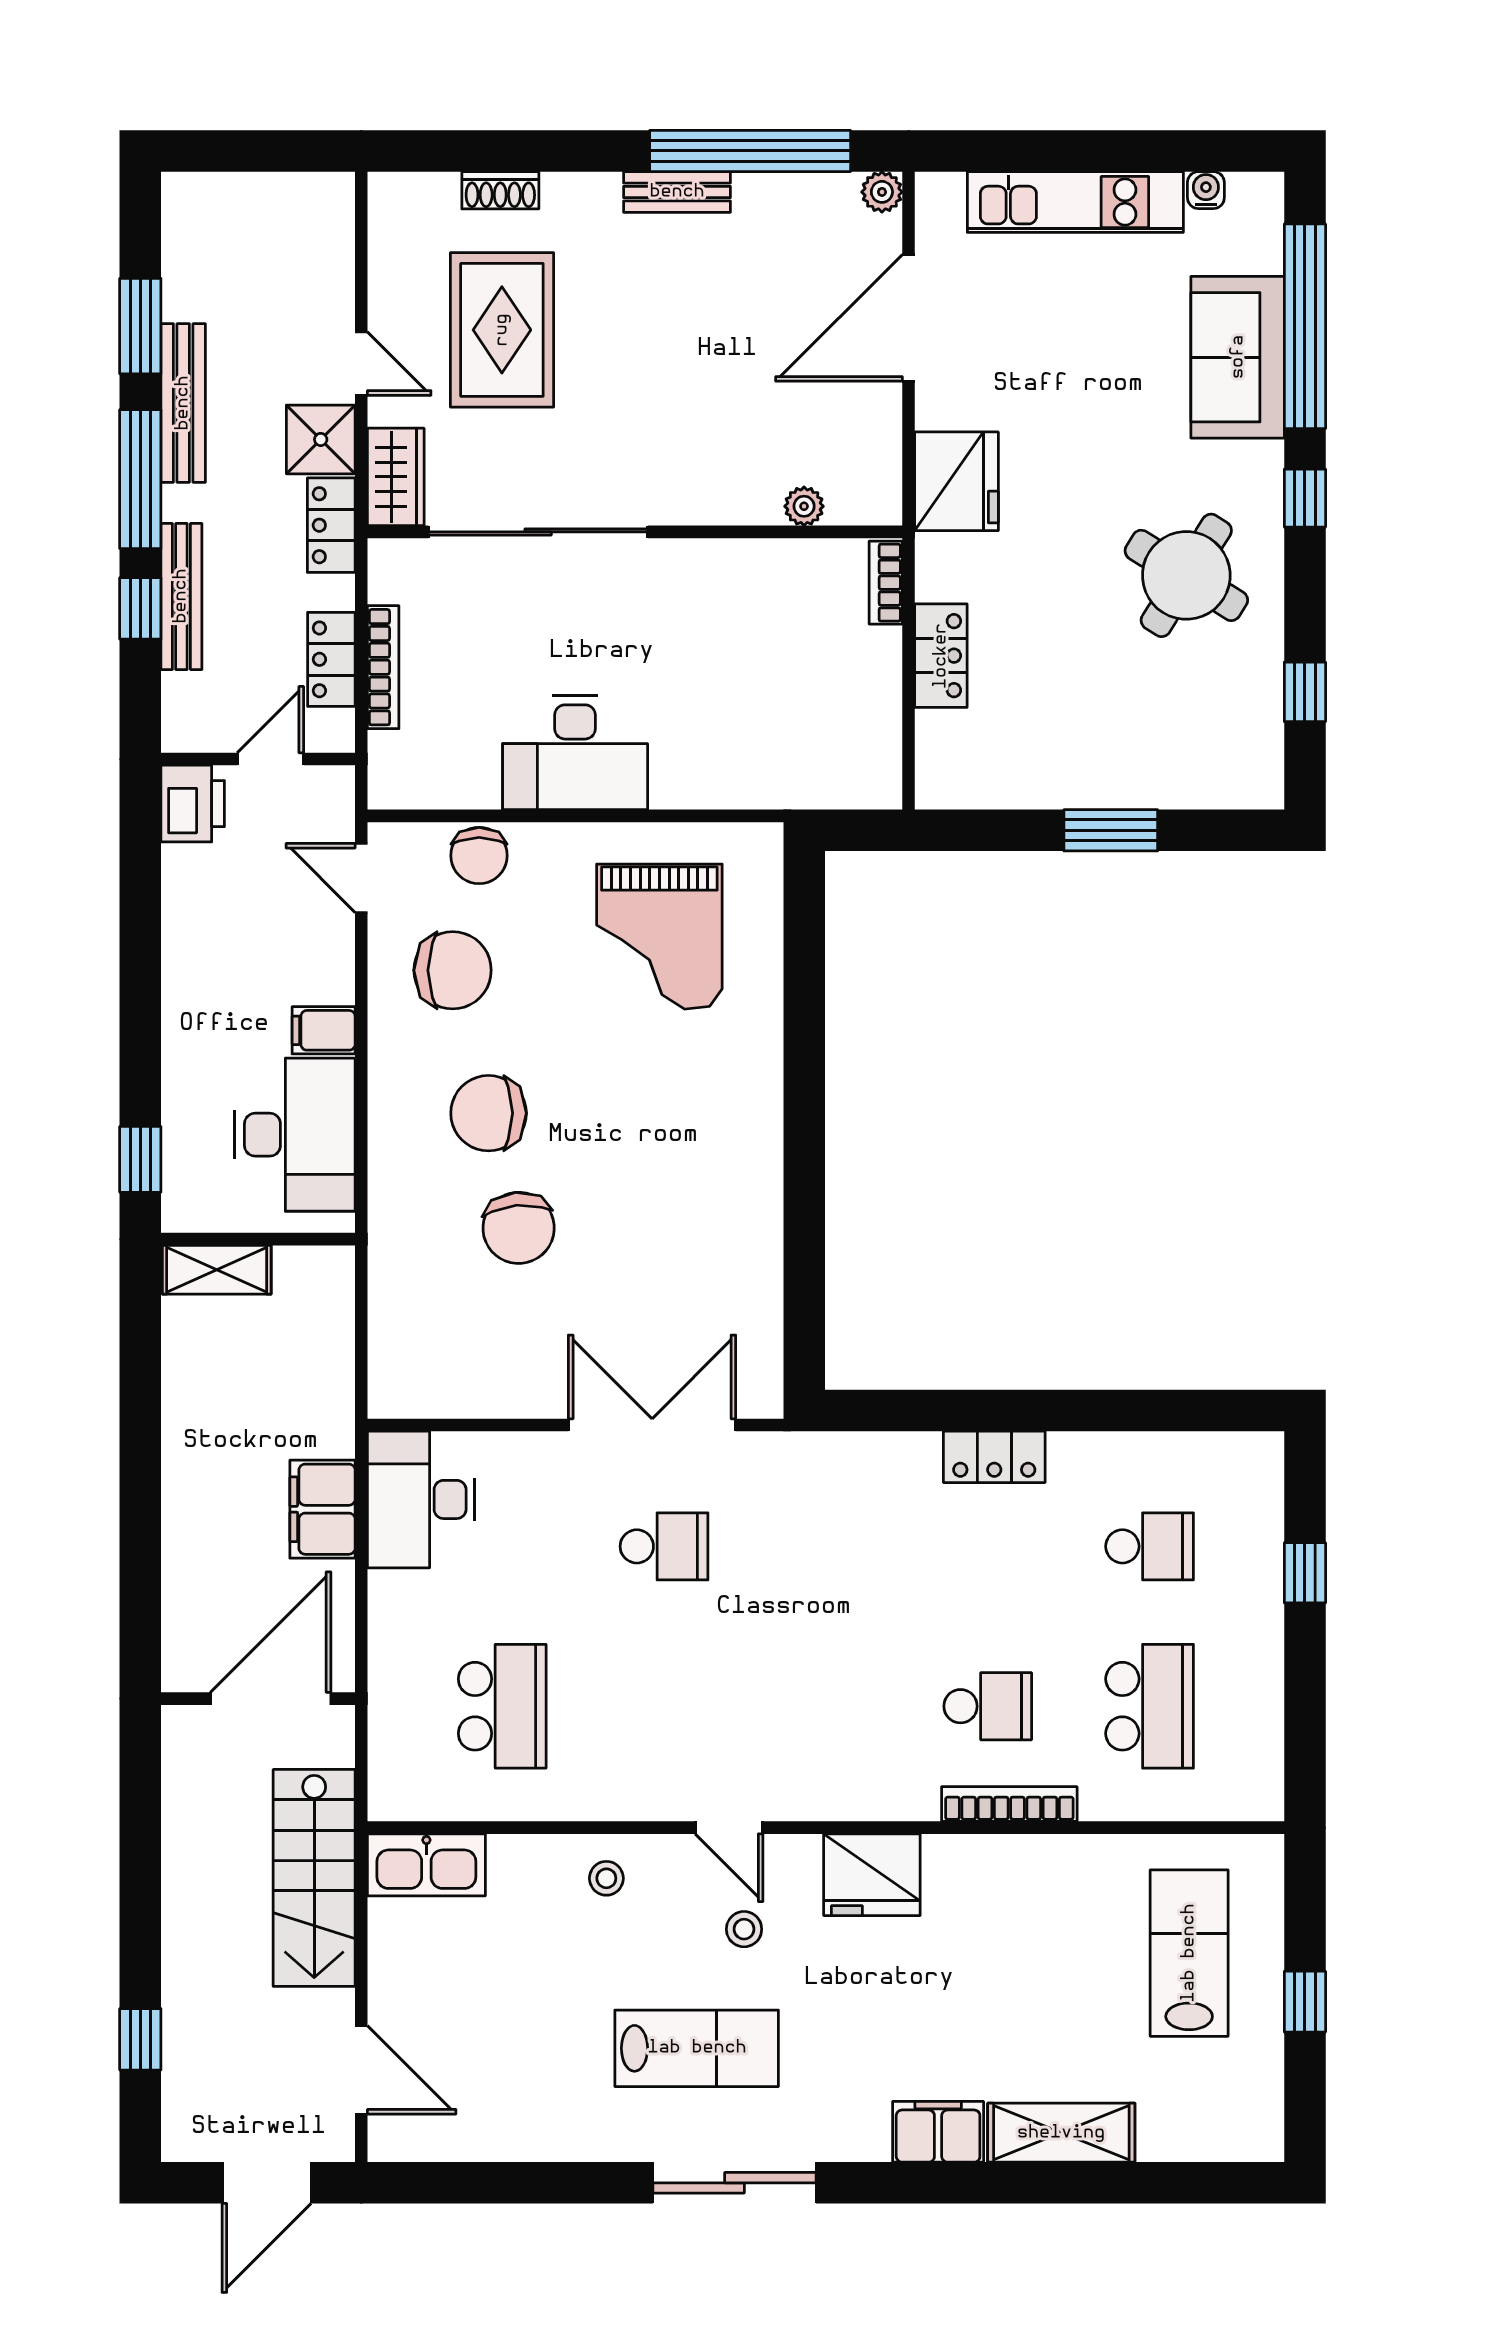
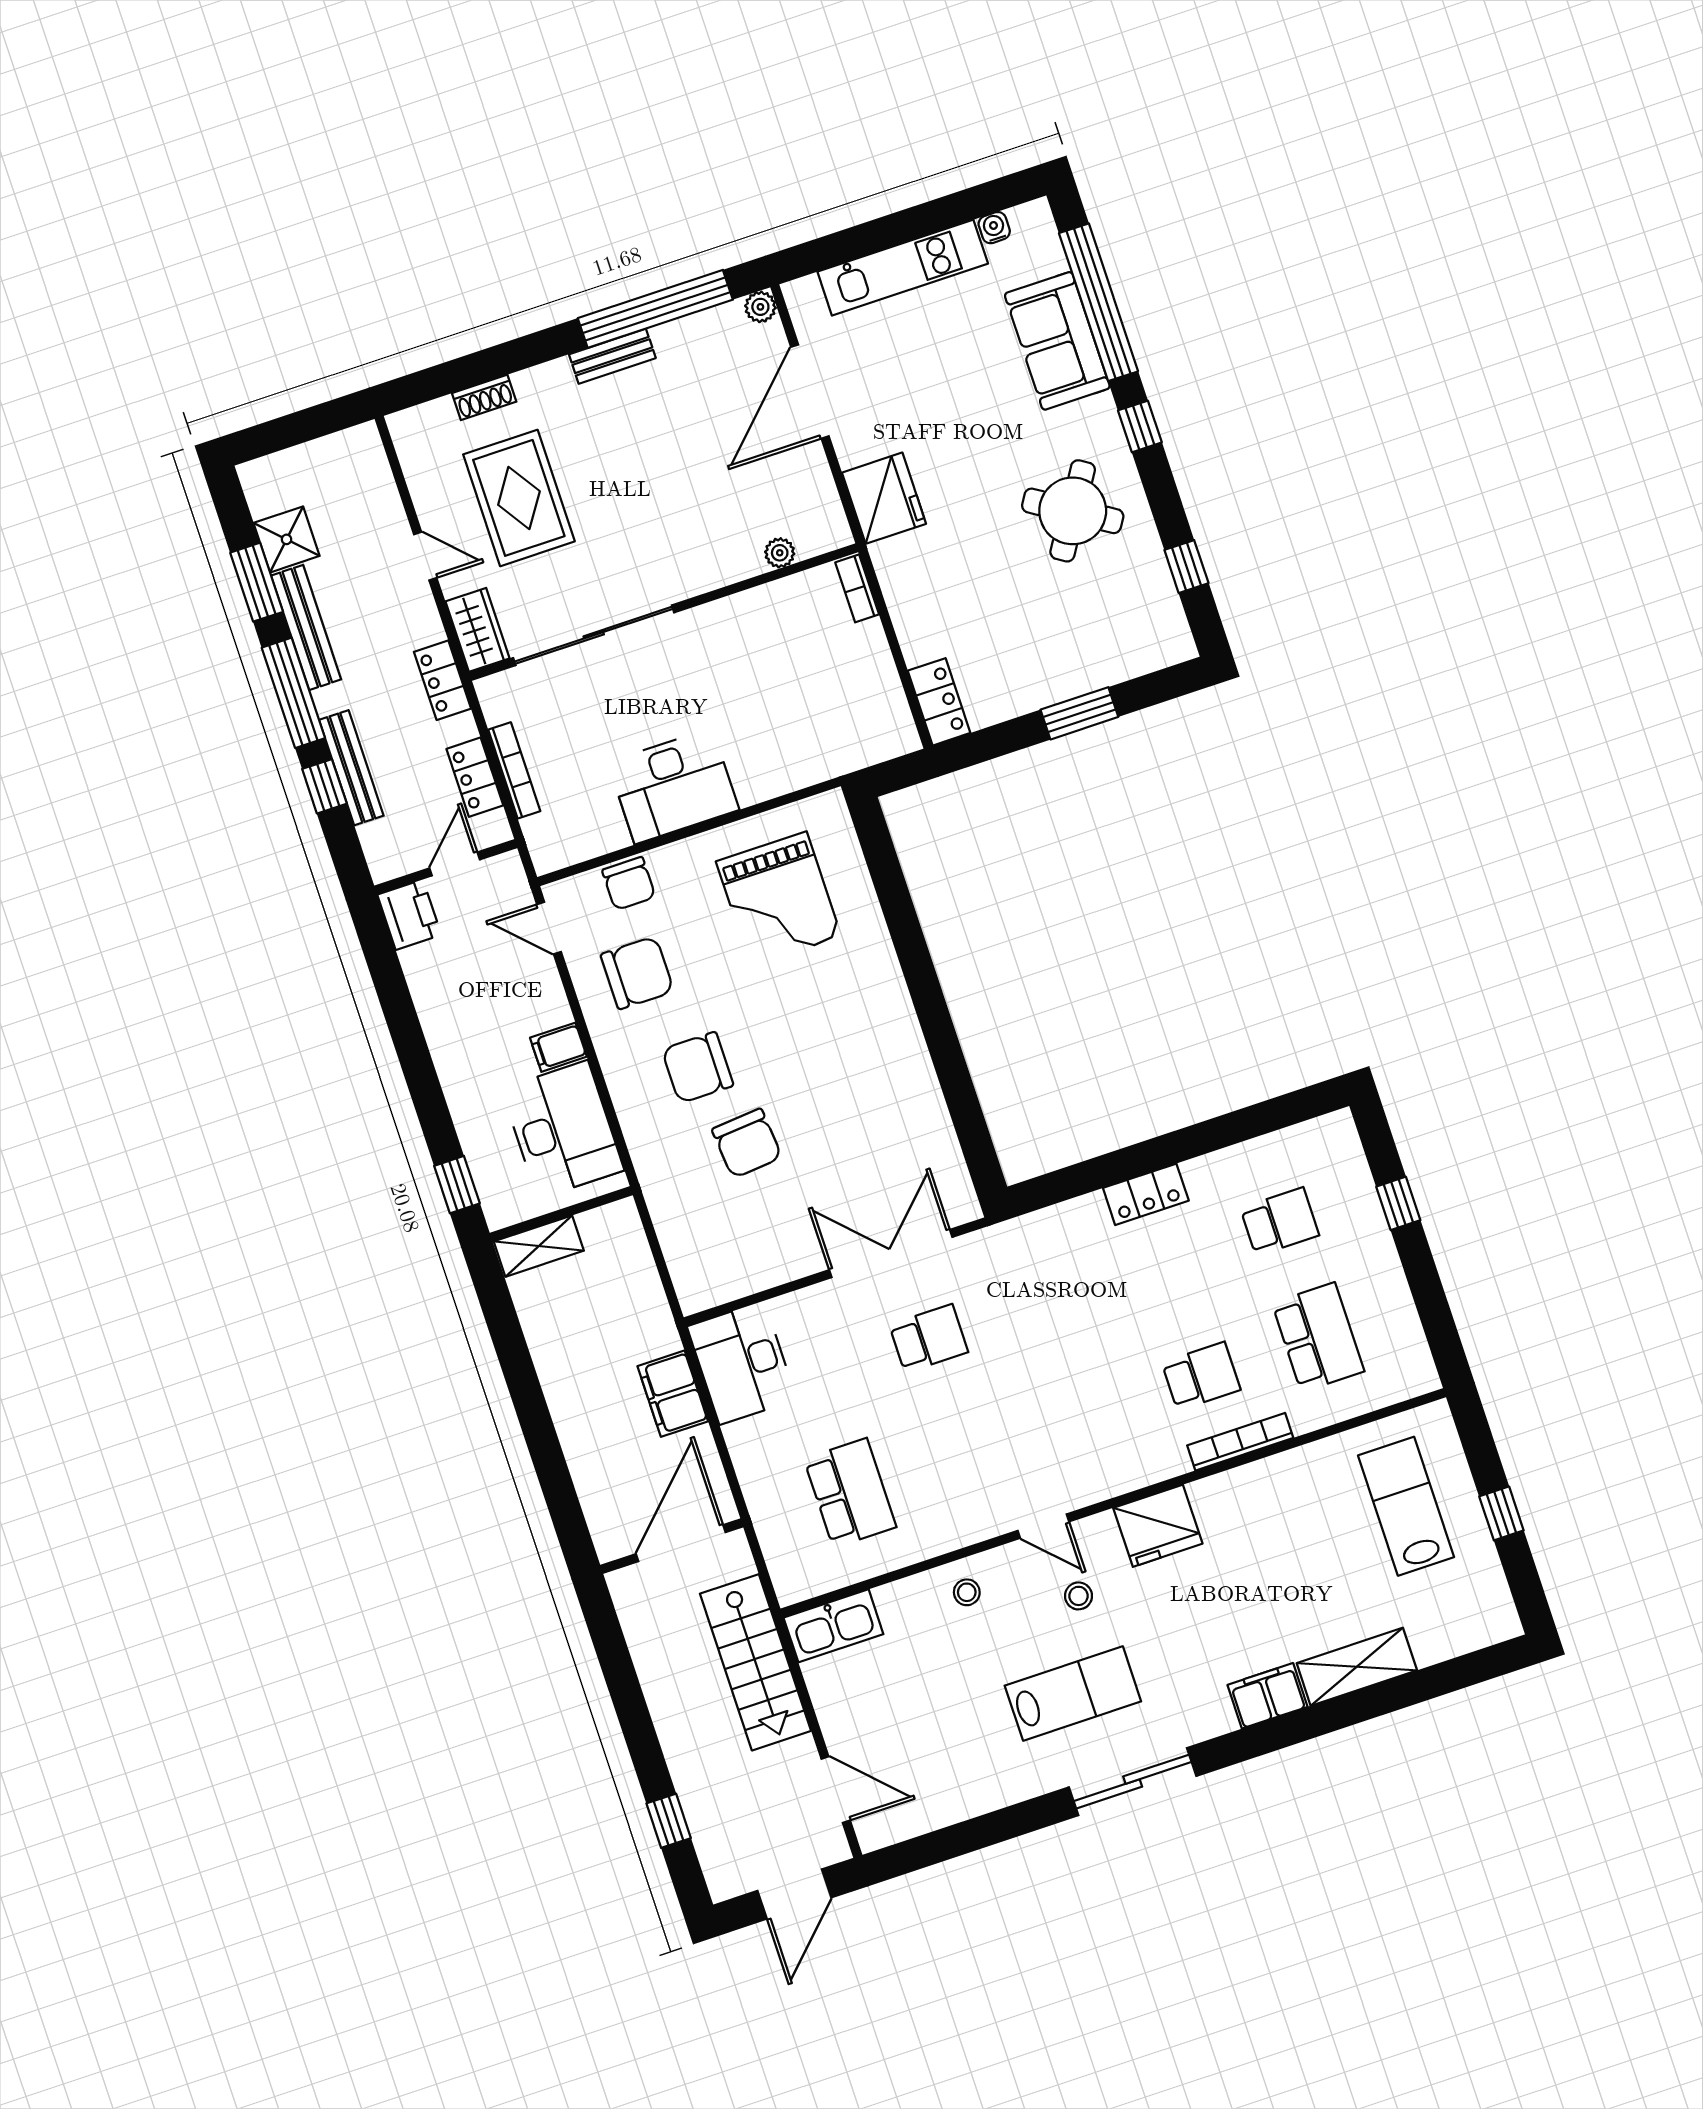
shower: (321, 439) -> (287, 539), moved
locker: (941, 656) -> (939, 702), moved

